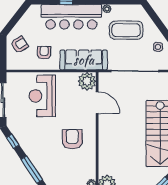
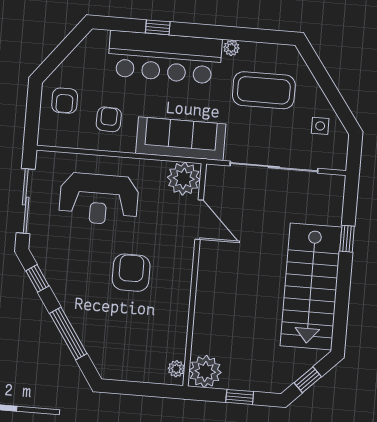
armchair: (20, 45) -> (65, 101), turned 122
reception desk: (42, 96) -> (99, 199), turned -90
armchair: (72, 139) -> (131, 273), moved

